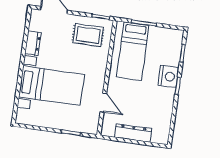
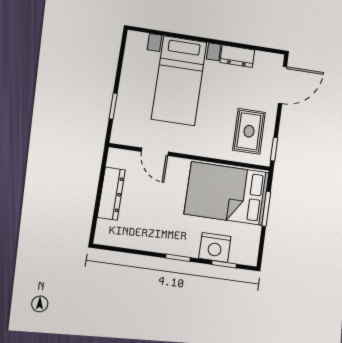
bed: (133, 51) -> (227, 193), width x1.50
nightstand: (168, 76) -> (215, 247), moved
door: (103, 103) -> (155, 152), hinge flipped

